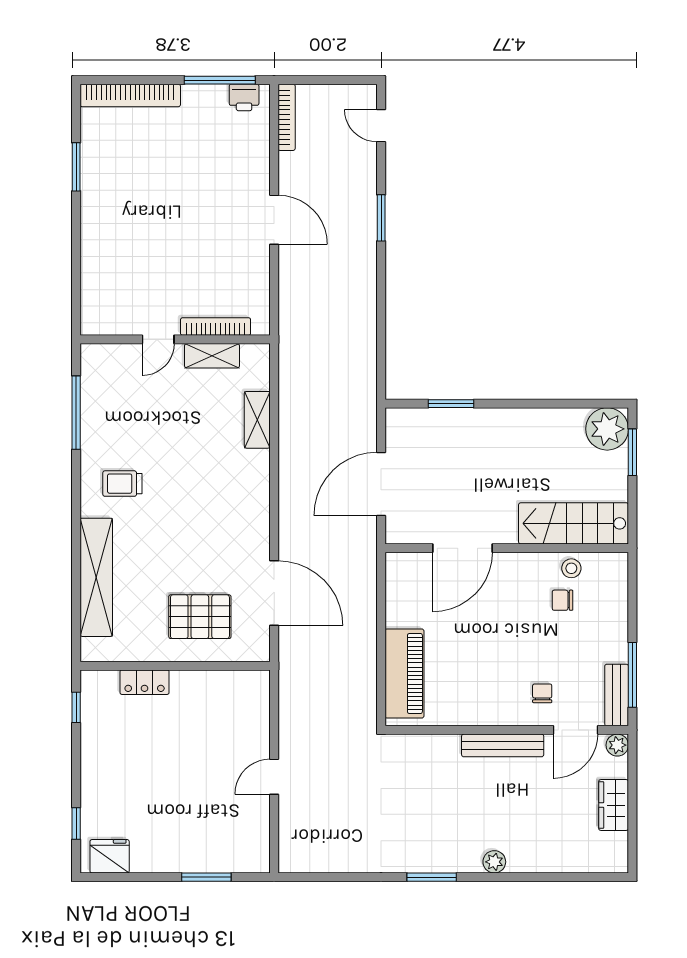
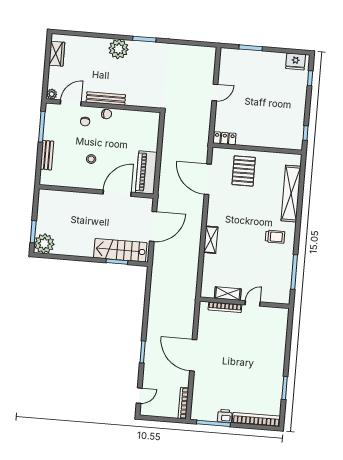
printer: (244, 97) -> (225, 416), moved
door: (381, 126) -> (139, 396), hinge flipped
door: (274, 220) -> (193, 355), width x1.36
shelving: (257, 420) -> (211, 240), moved
stairs: (574, 523) -> (120, 250), moved, turned 180
stool: (571, 568) -> (91, 159), moved
chair: (562, 600) -> (107, 114), moved
pallet: (200, 617) -> (244, 171), turned 90
piano: (404, 674) -> (146, 172), moved
locker: (145, 682) -> (225, 138), moved
bench: (617, 695) -> (47, 155), moved
wardrobe: (614, 805) -> (57, 54), moved
plant: (494, 862) -> (119, 49), width x1.87, depth x1.87

